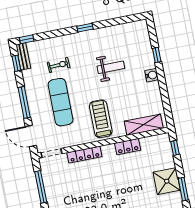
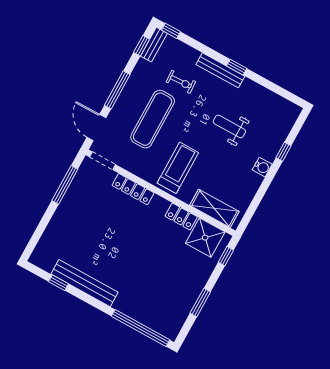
bench: (77, 38) -> (220, 70), added
weight bench: (111, 67) -> (229, 126), turned 180
shower: (167, 181) -> (205, 238), moved

